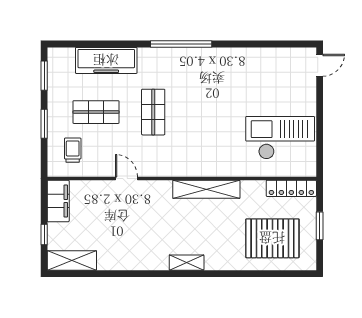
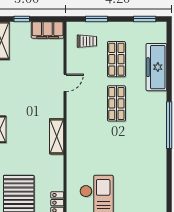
shop shelf: (153, 112) -> (116, 103), turned 90
window: (44, 124) -> (97, 19), moved
shelving: (206, 189) -> (57, 136), width x0.68

